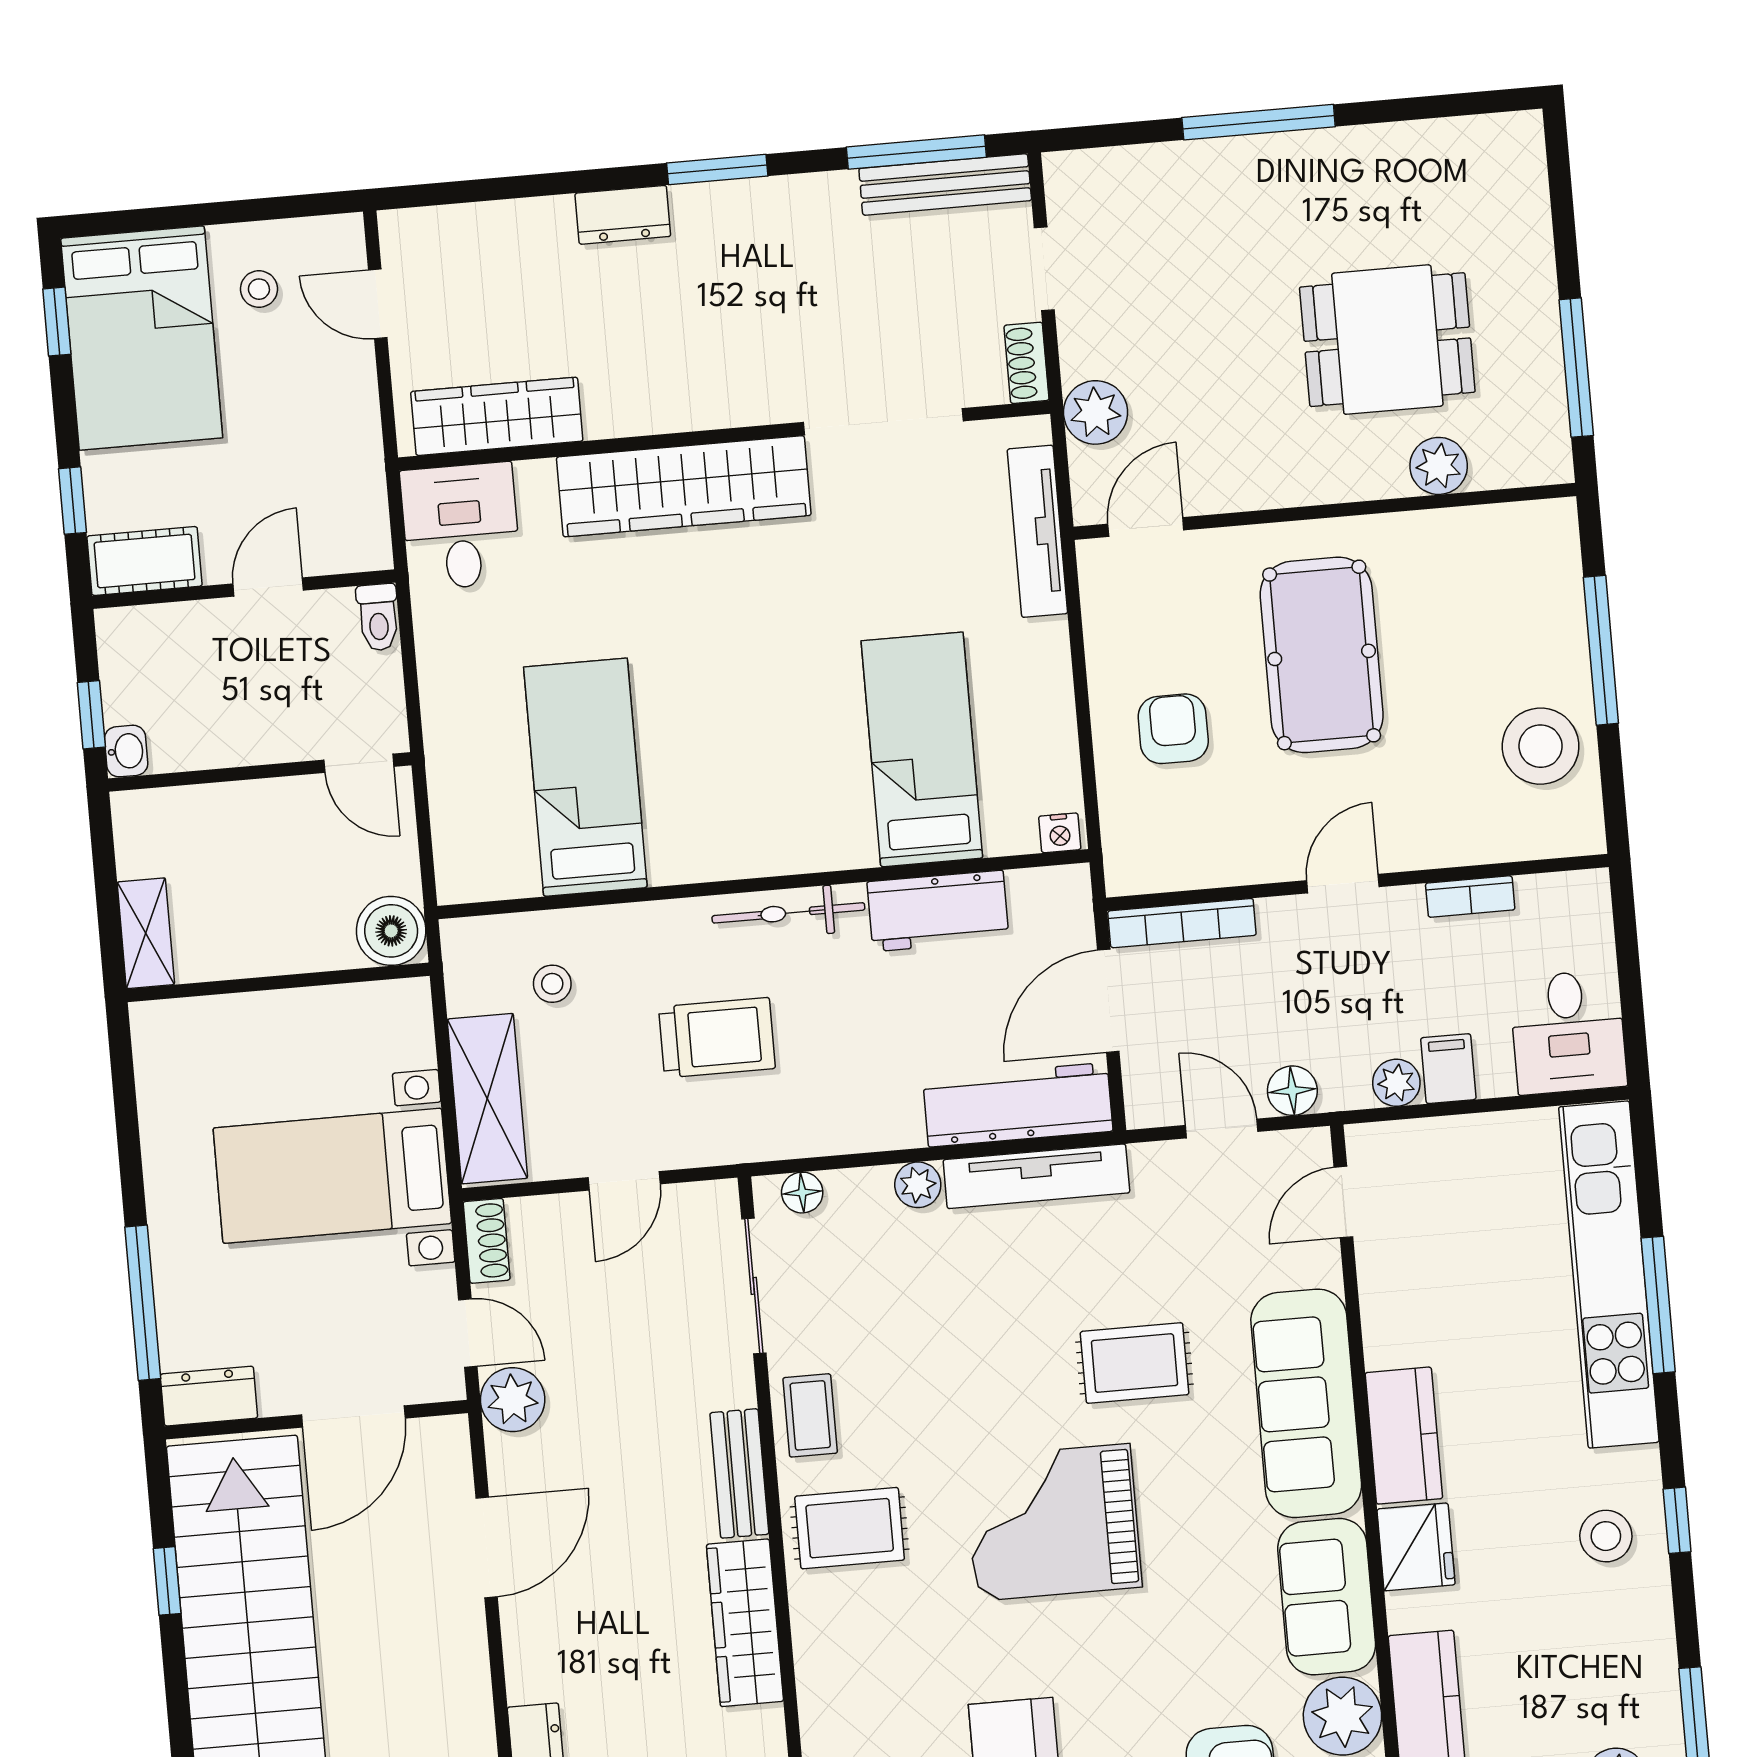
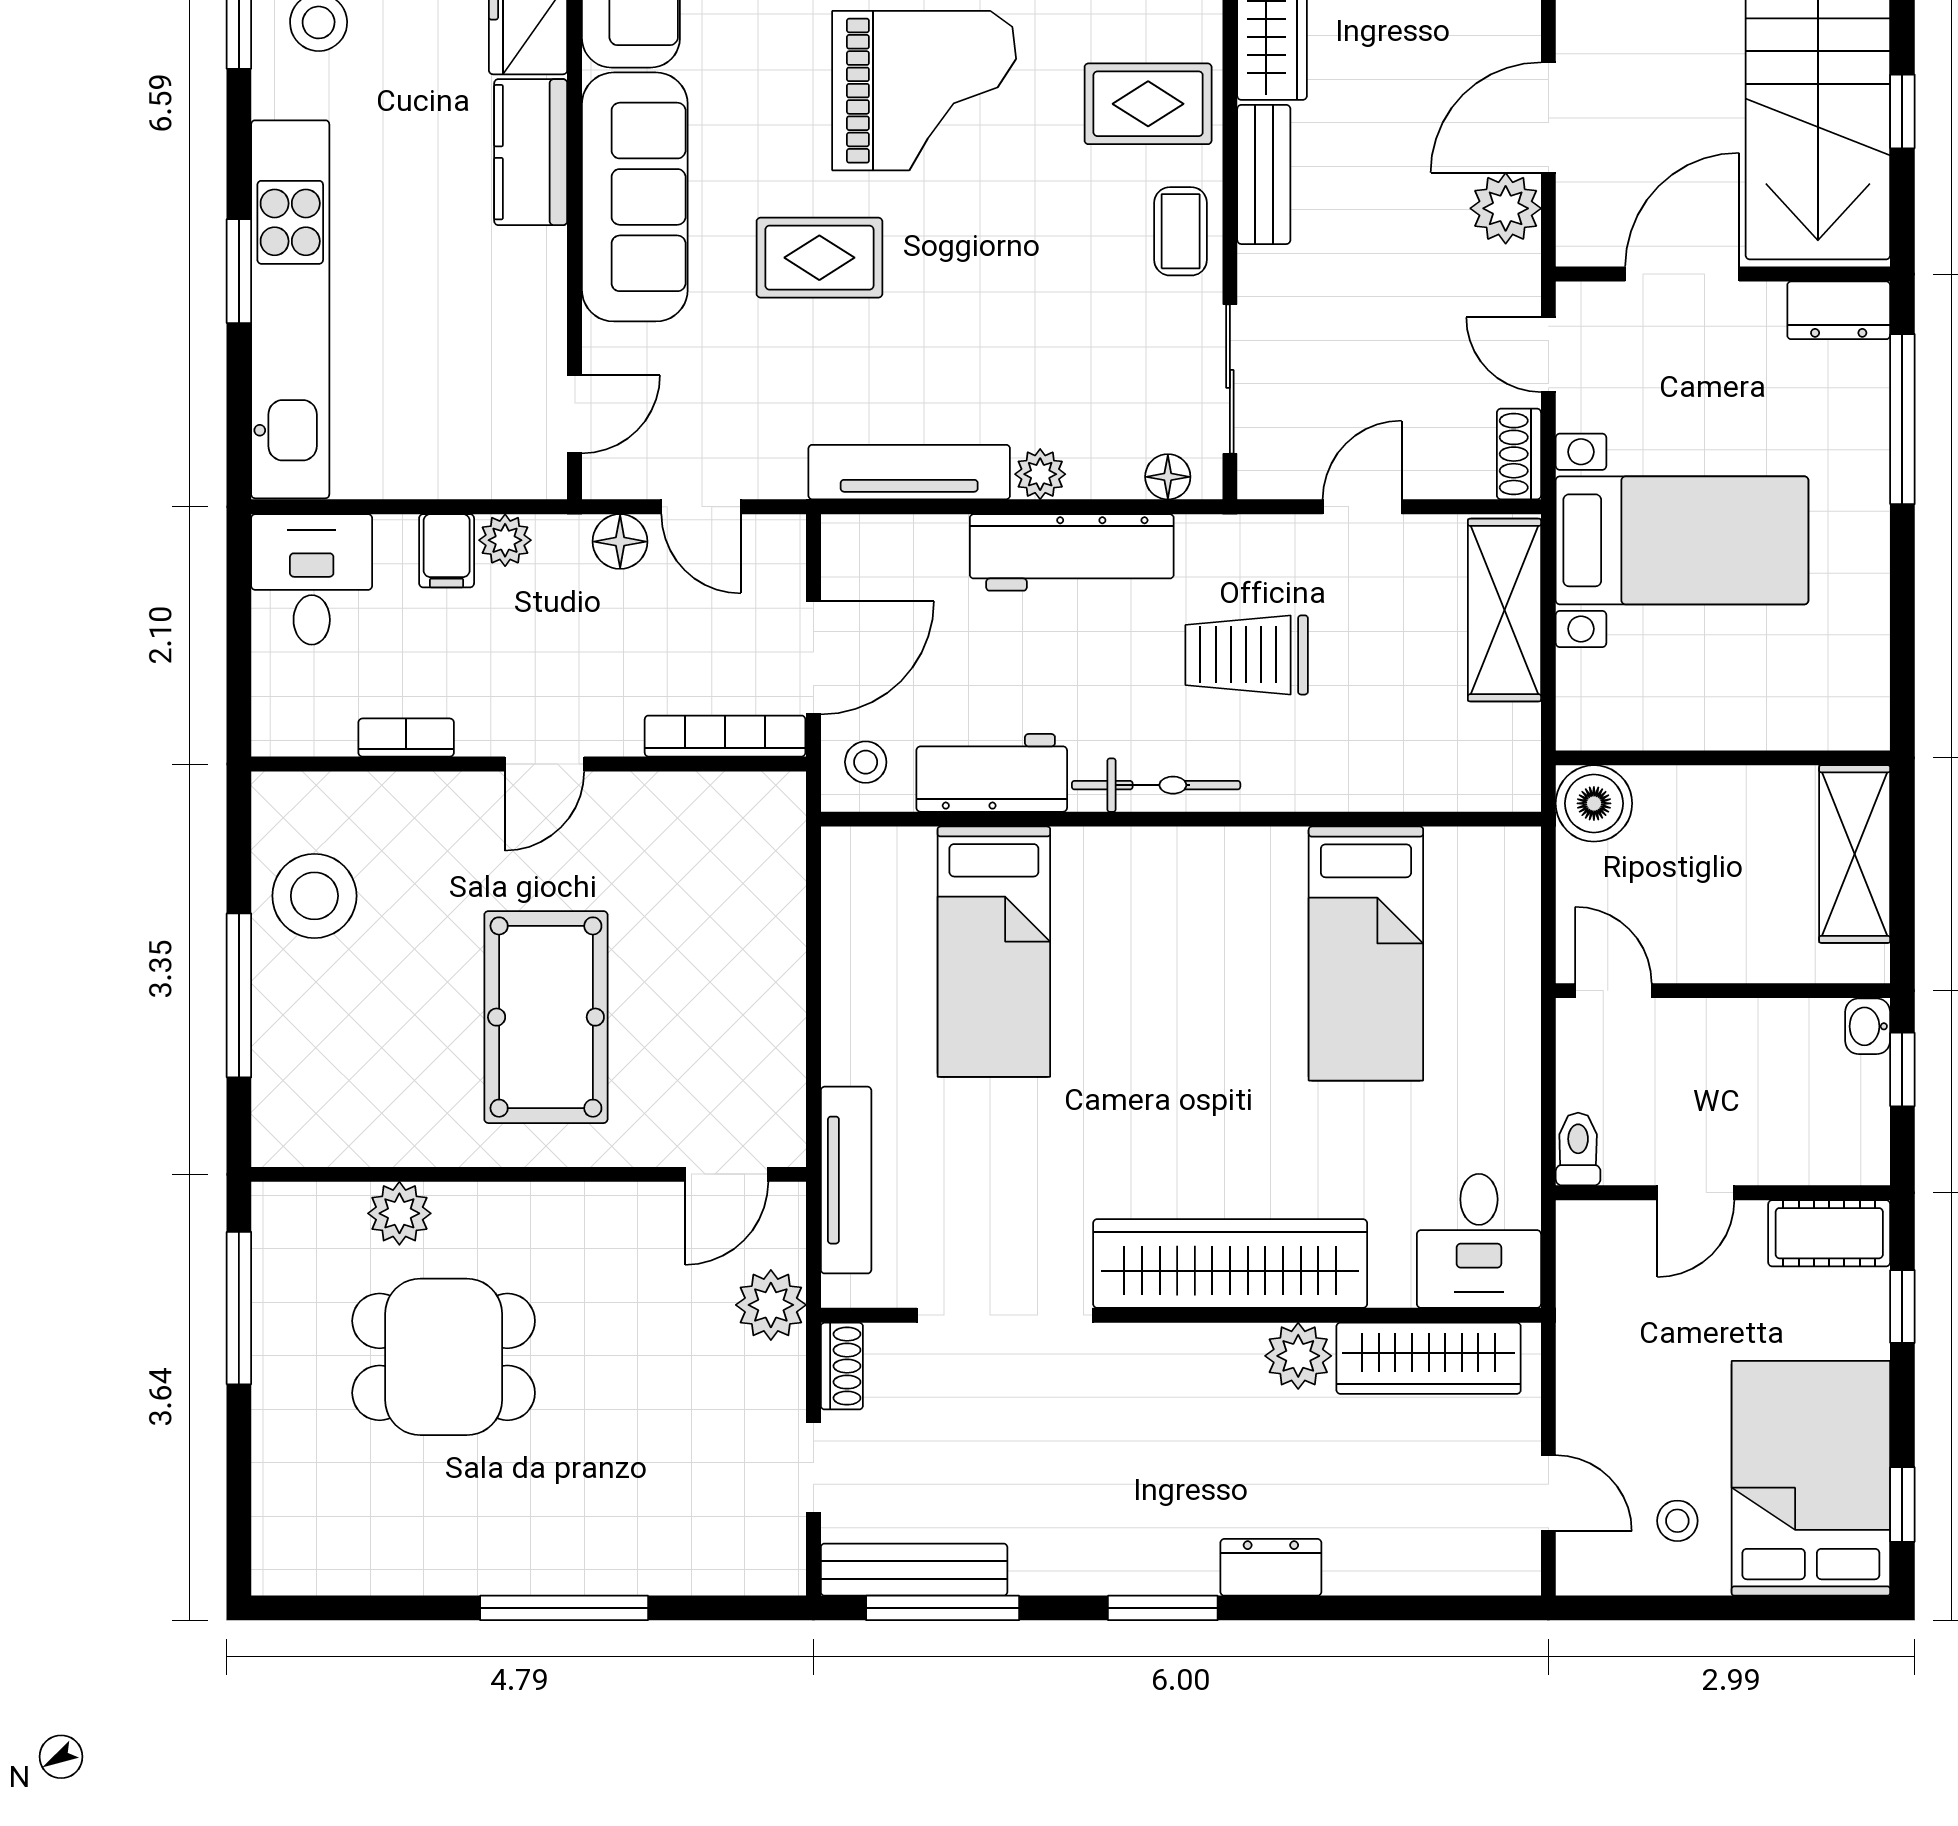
plant: (615, 408) -> (1298, 1356), added
armchair: (1173, 729) -> (716, 950), removed
nightstand: (1060, 833) -> (851, 847), removed
shelving: (146, 933) -> (1855, 854), width x1.50, depth x1.33
stool: (552, 984) -> (866, 762), moved
workbench: (1018, 1105) -> (1072, 552), moved
window: (1658, 1305) -> (239, 271), width x0.69
plant: (513, 1400) -> (1506, 208), moved

